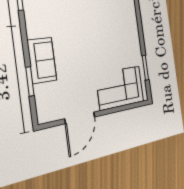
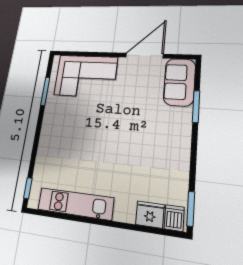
sofa: (42, 60) -> (179, 82), moved

